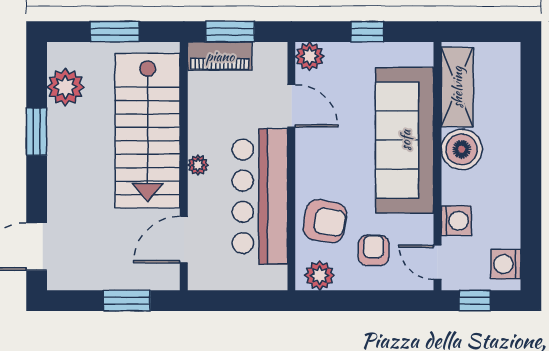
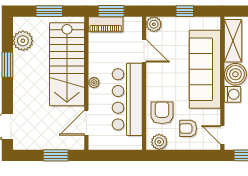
armchair: (325, 221) -> (162, 113), turned -100
washing machine: (456, 221) -> (232, 94), moved
armchair: (374, 250) -> (188, 128), turned -90

